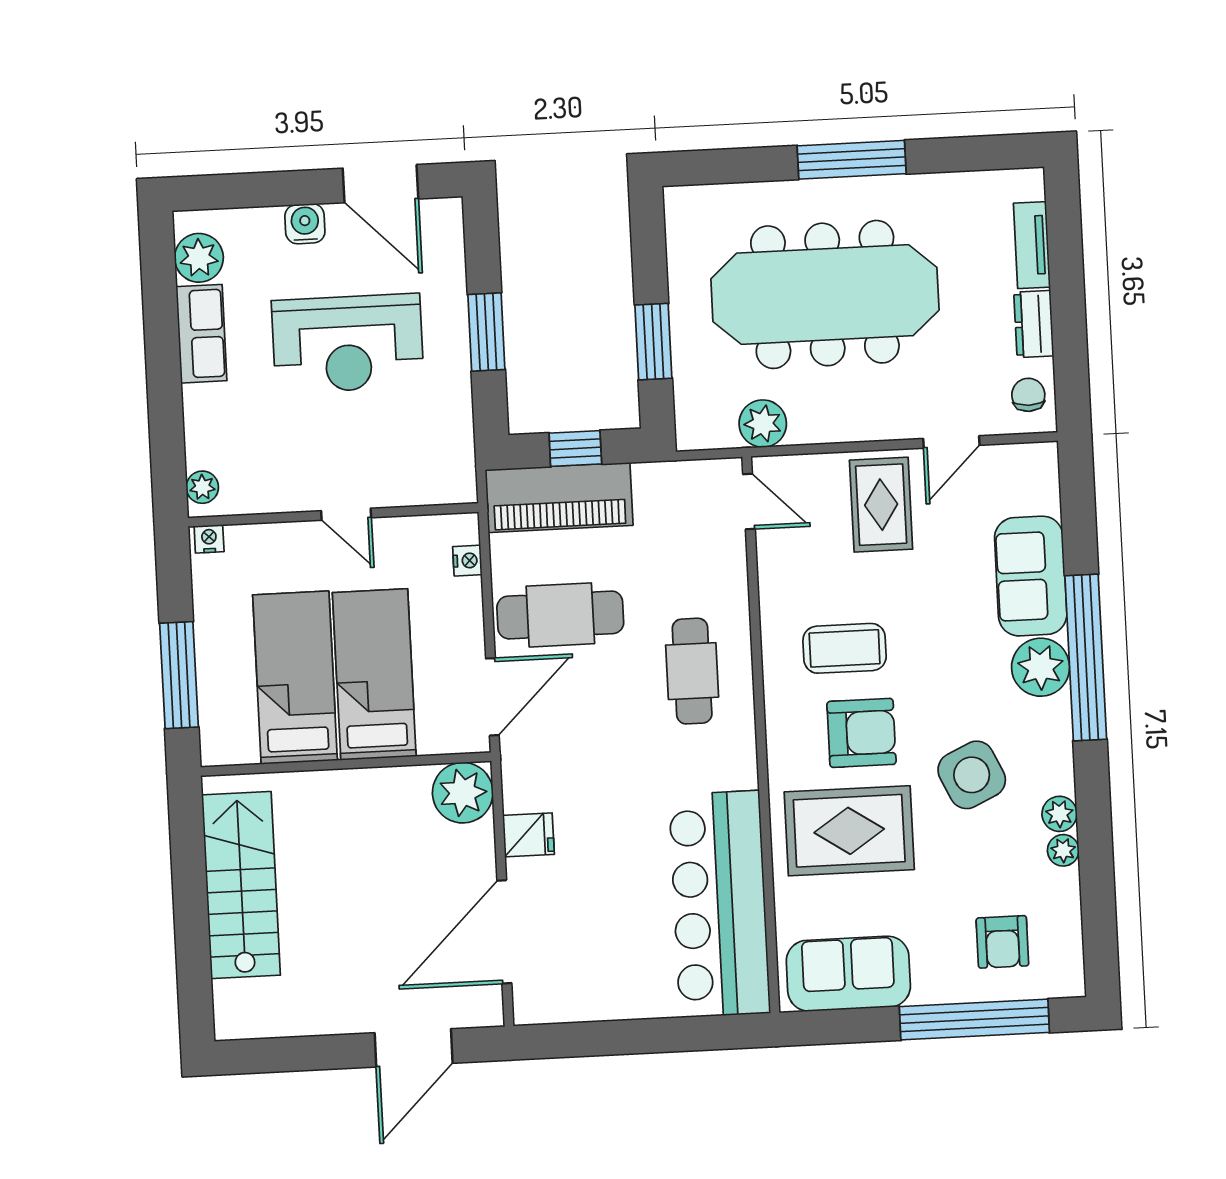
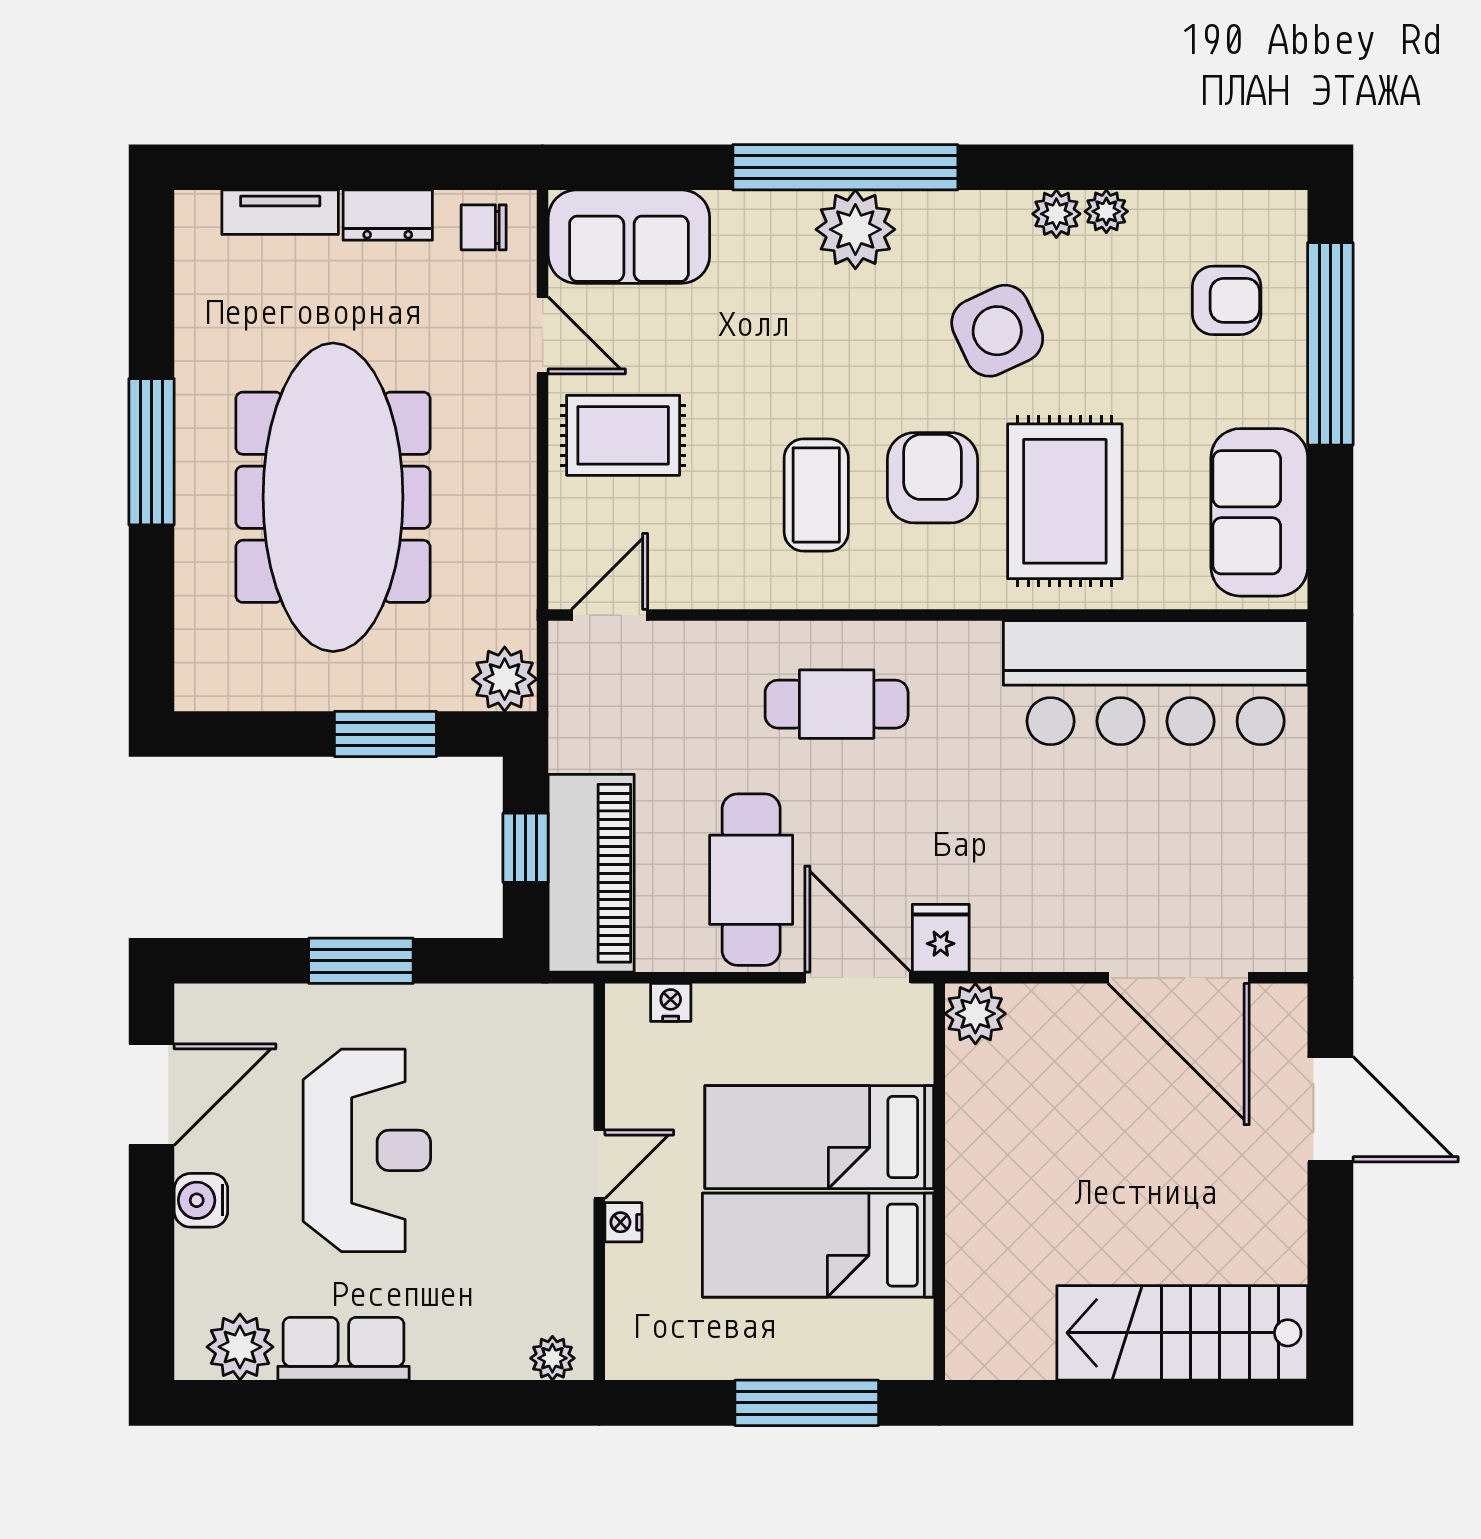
plant: (763, 424) -> (505, 679), moved
nightstand: (209, 539) -> (623, 1222), moved
sofa: (1031, 576) -> (629, 237), moved
plant: (463, 793) -> (975, 1014), width x0.73, depth x0.73
fridge: (528, 835) -> (941, 938), moved
stairs: (241, 885) -> (1182, 1333), moved

